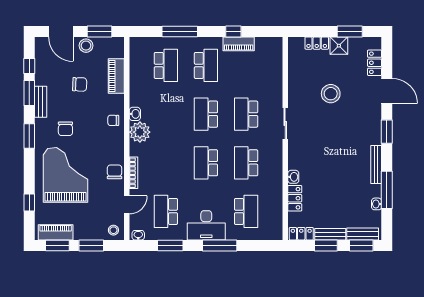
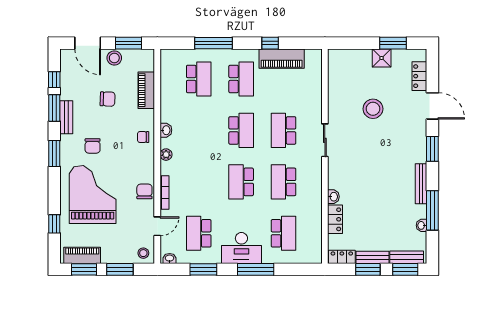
locker: (317, 43) -> (358, 55), removed
piano: (239, 44) -> (282, 59), width x1.37, depth x1.33
school desk: (206, 114) -> (241, 130), turned 180
plant: (140, 132) -> (166, 155), width x0.53, depth x0.53

